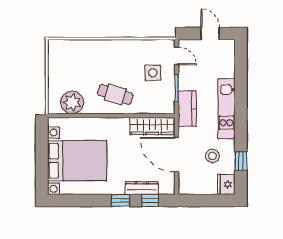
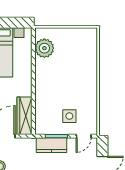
cafe table: (115, 94) -> (51, 85), removed
kitchen counter: (187, 109) -> (52, 145), moved

